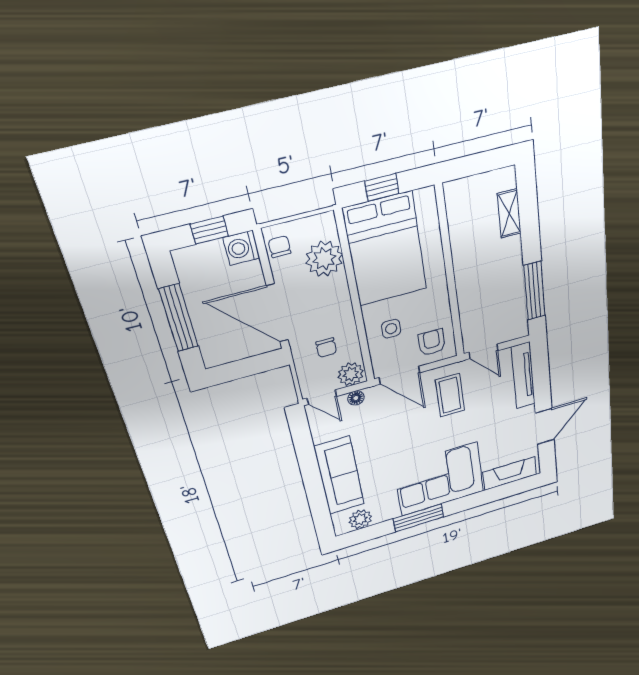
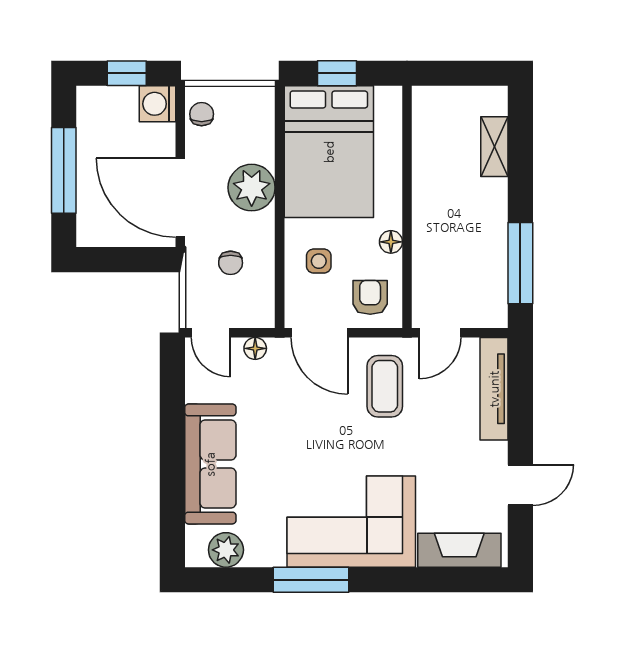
plant: (324, 259) -> (252, 188), moved
floor lamp: (441, 301) -> (391, 242), added
door: (483, 351) -> (440, 333), hinge flipped
plant: (351, 374) -> (255, 311), removed
door: (545, 426) -> (520, 485), width x0.73

